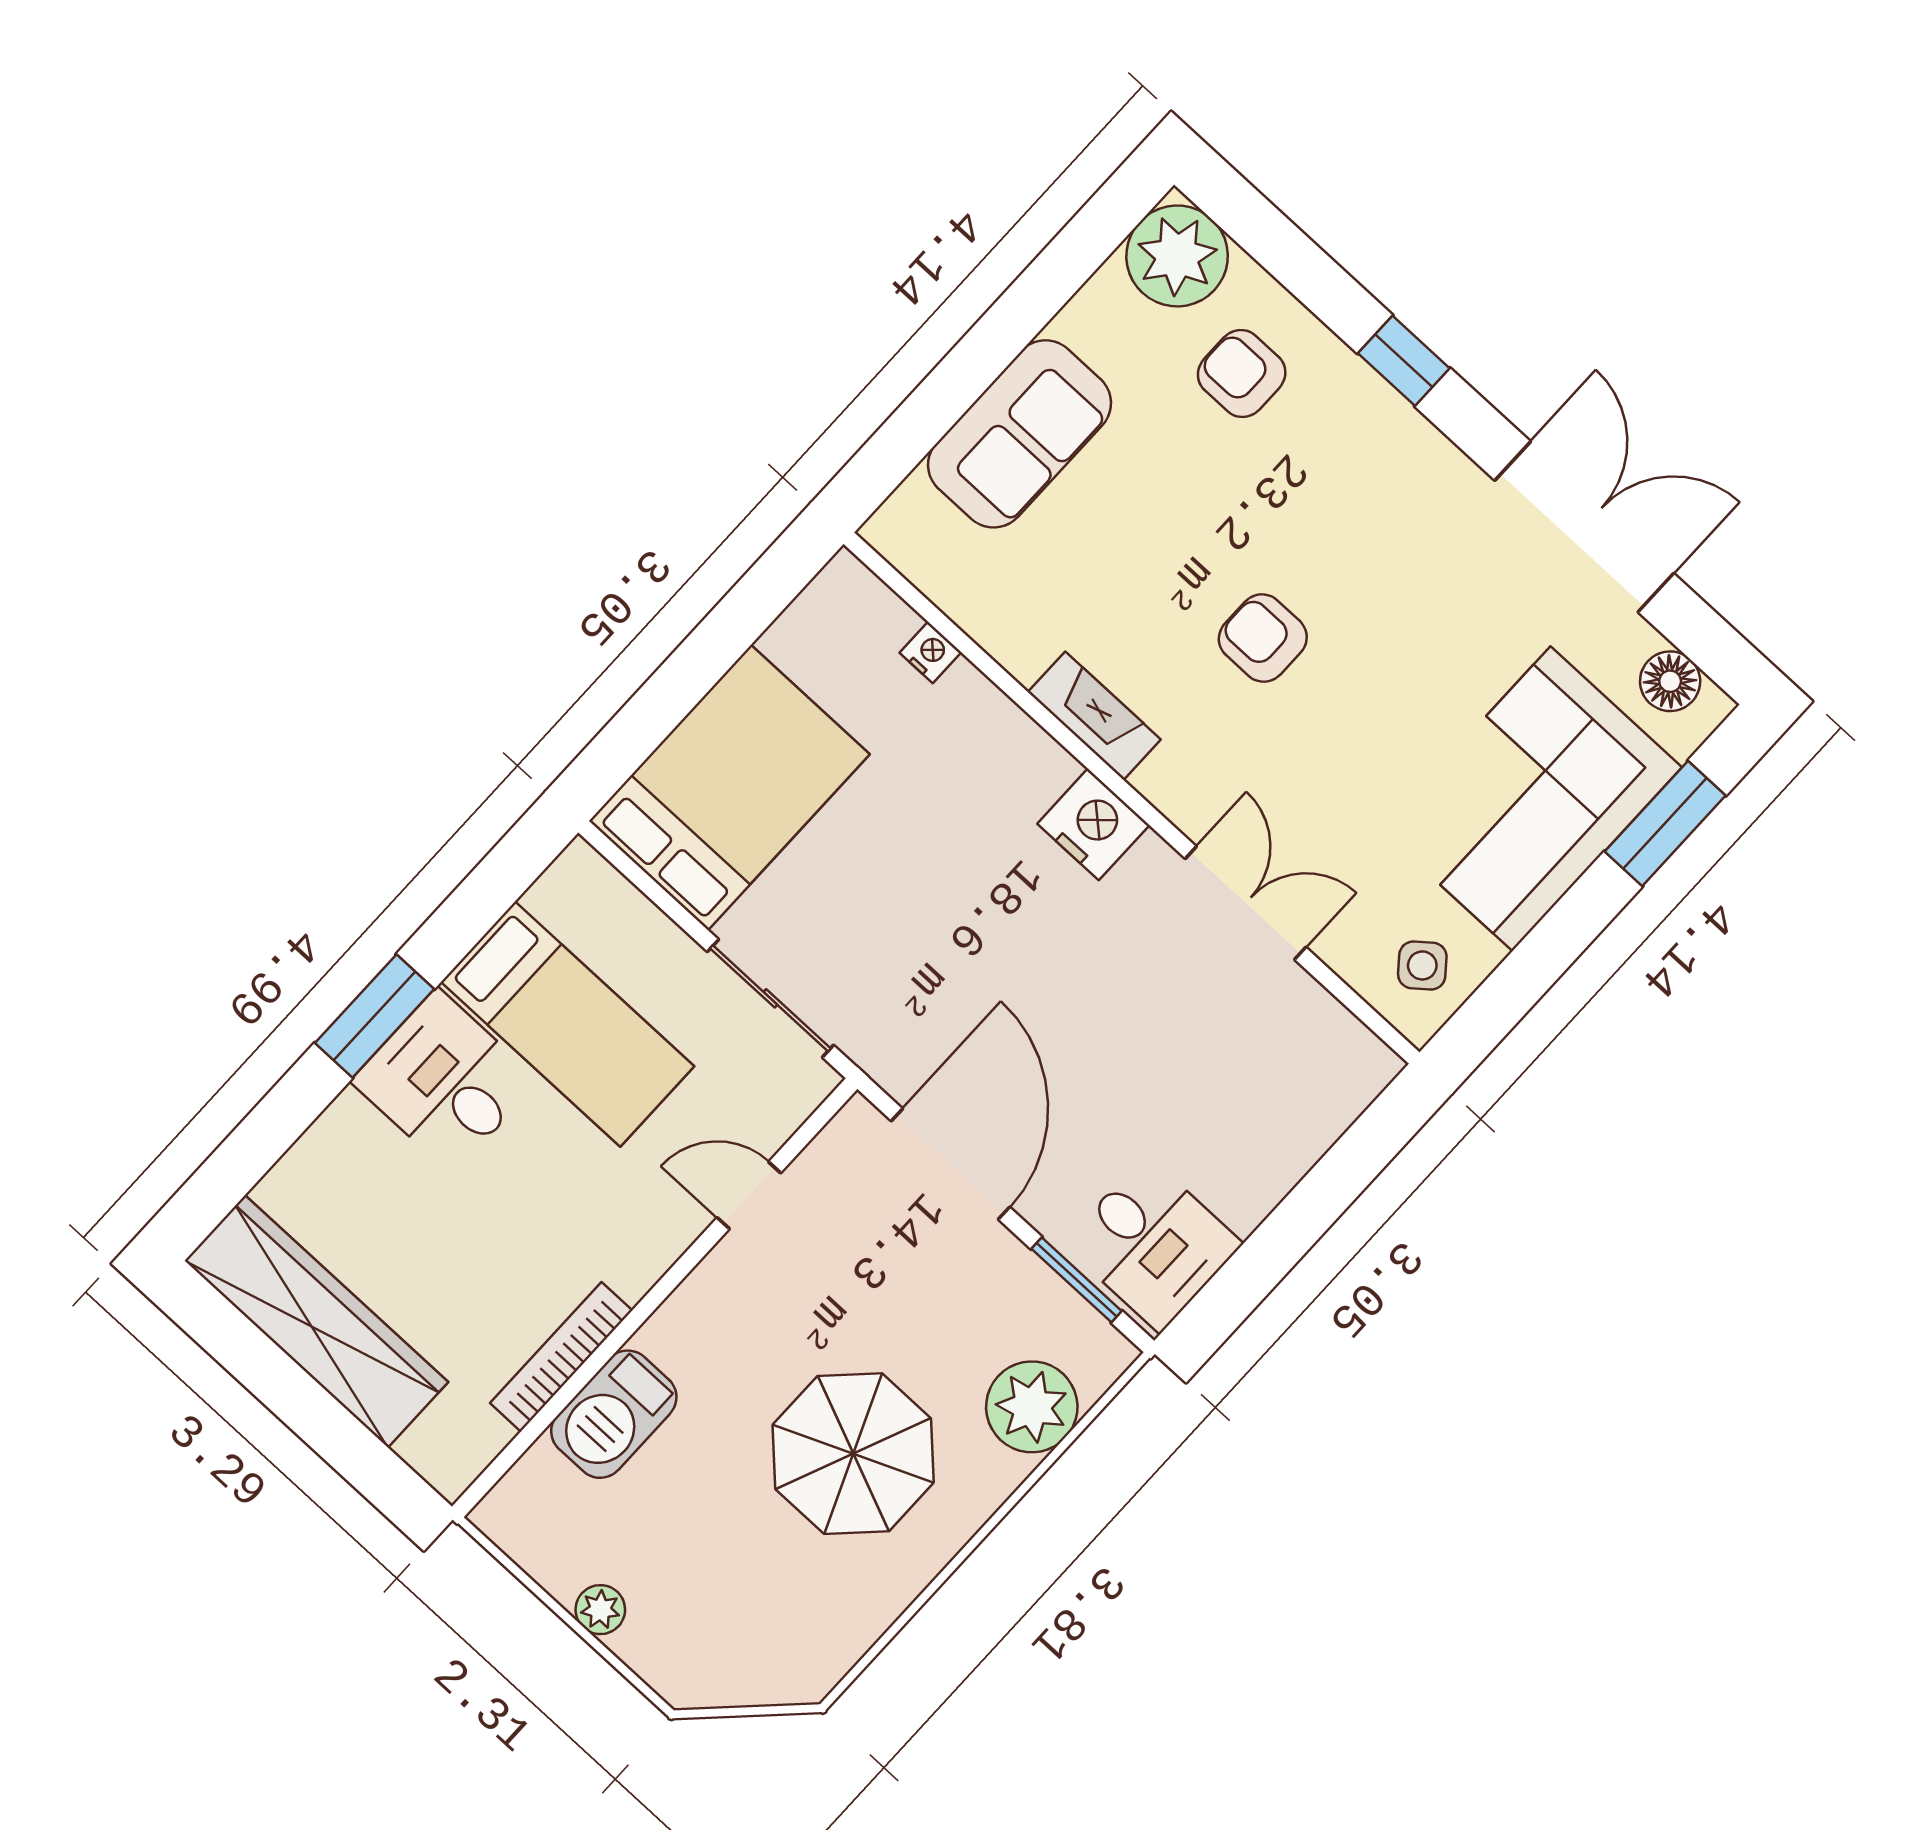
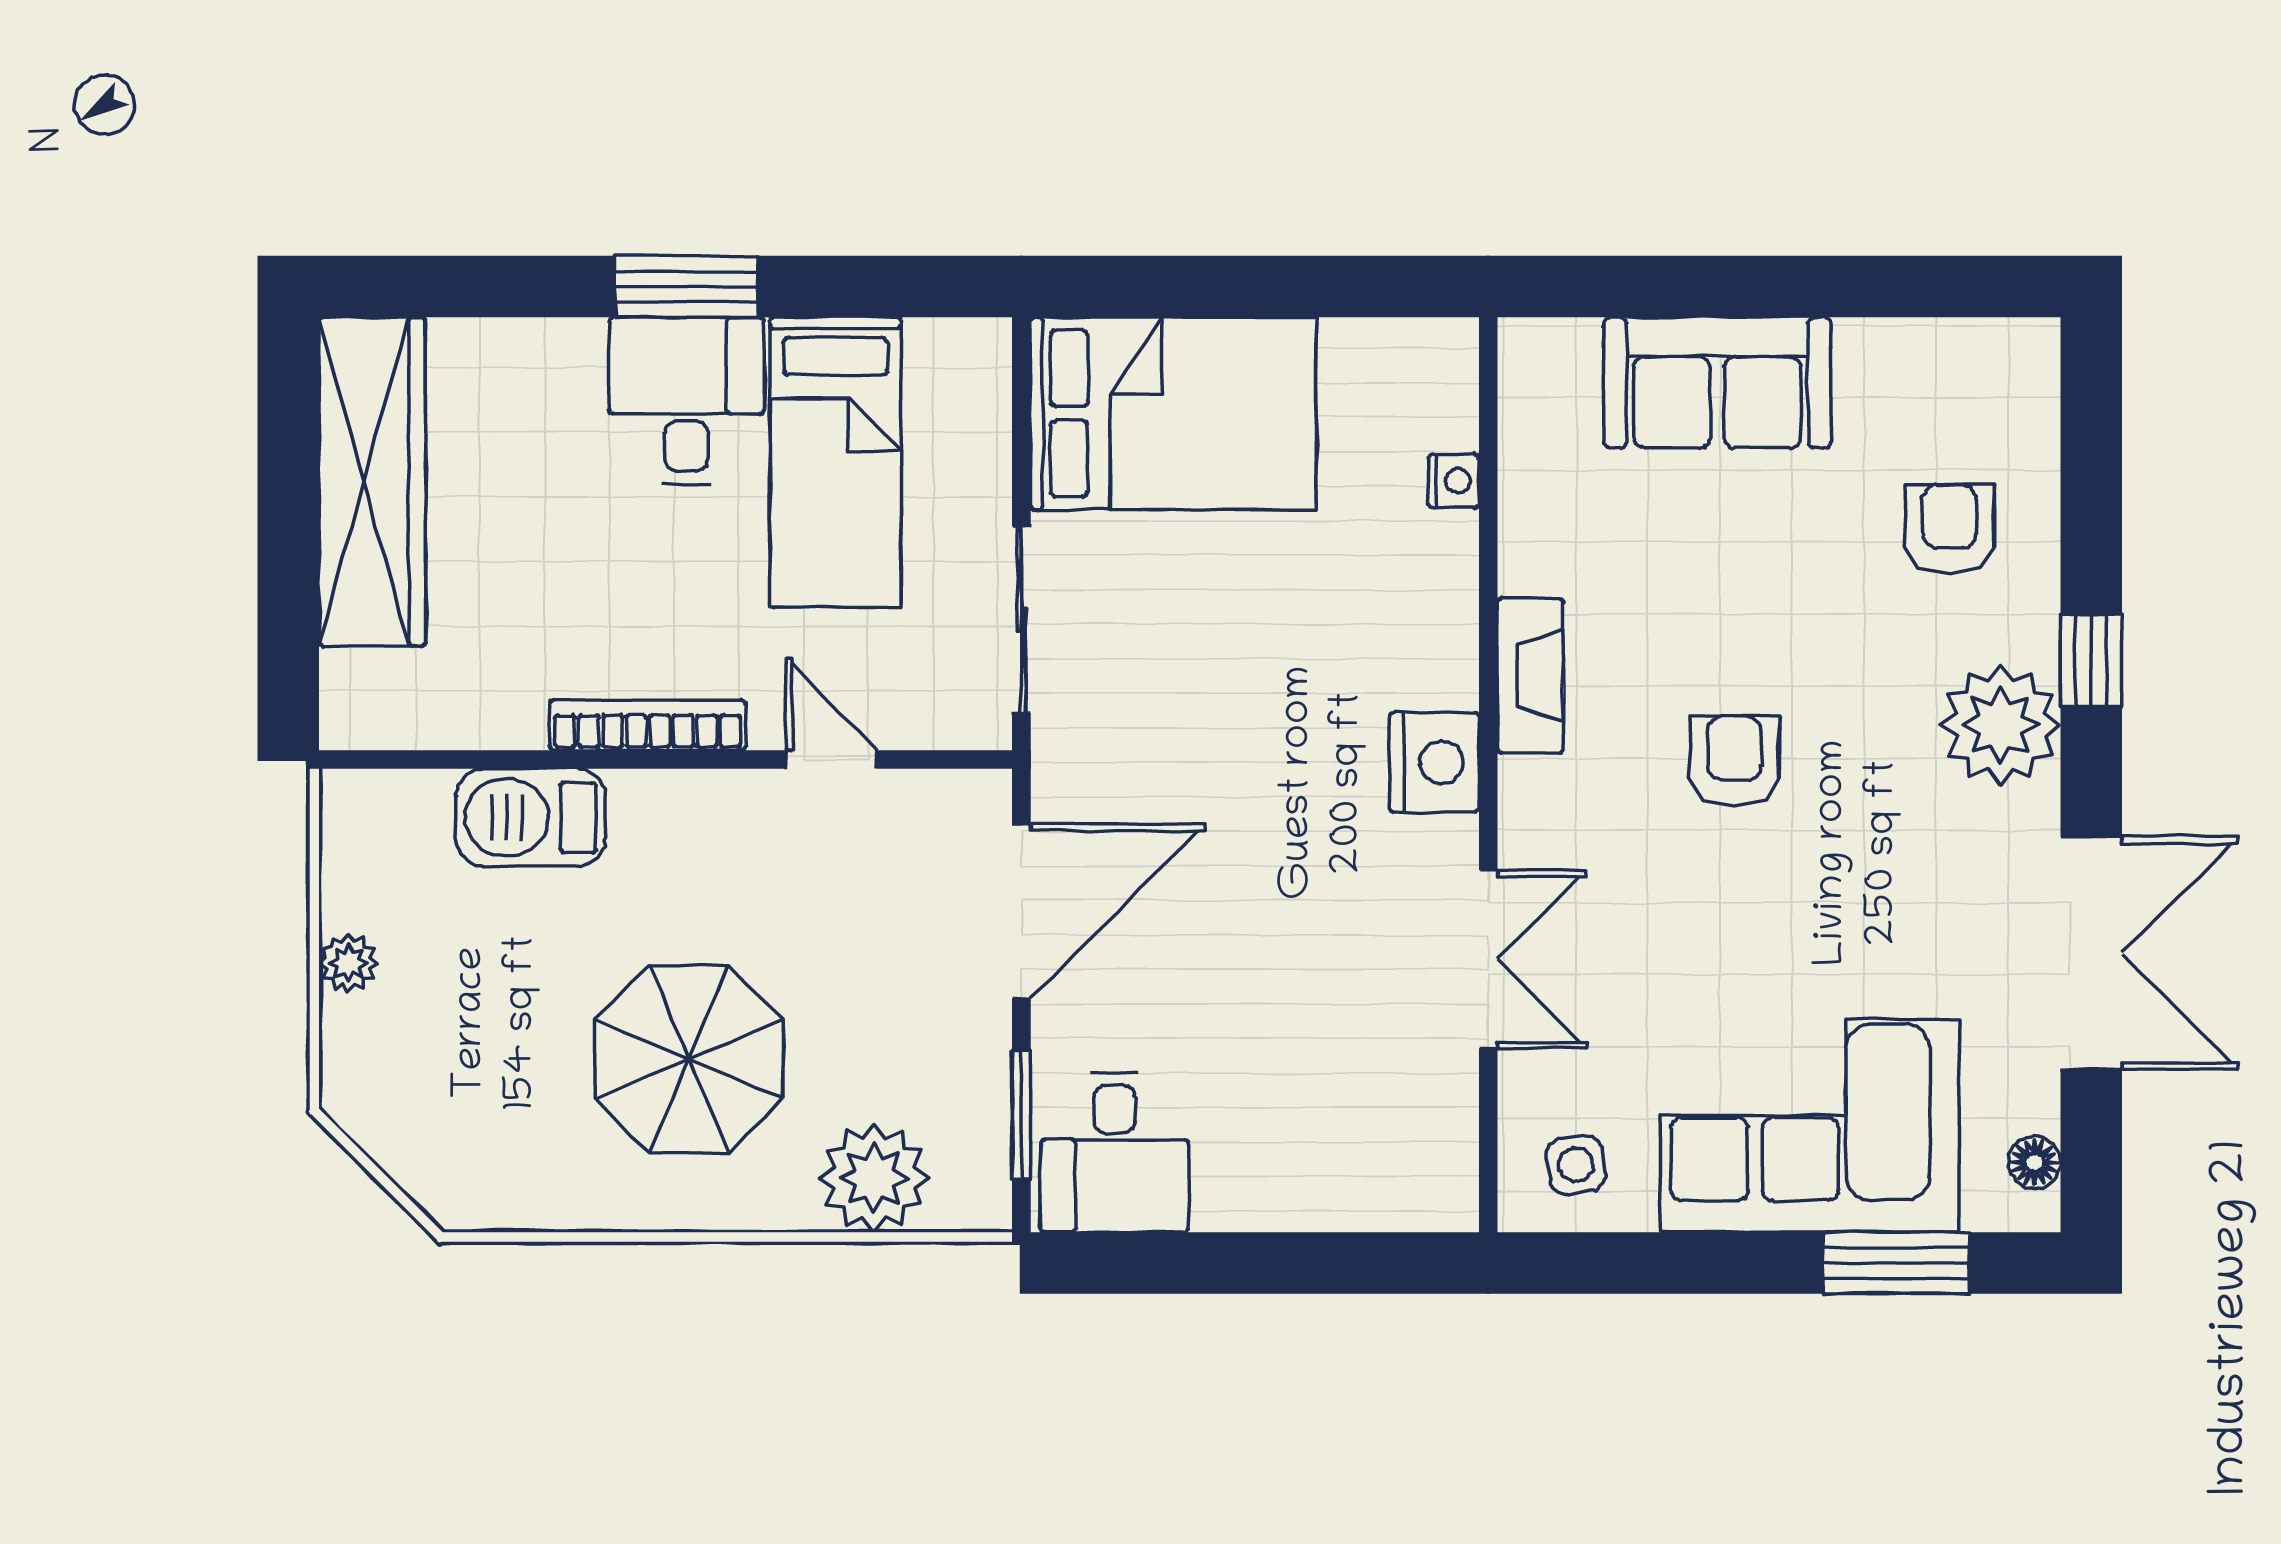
plant: (1177, 256) -> (2000, 725), moved
floor lamp: (1670, 681) -> (2035, 1162), width x0.73, depth x0.73
side table: (1422, 965) -> (1576, 1165), turned 31
bookcase: (561, 1357) -> (648, 725), moved

